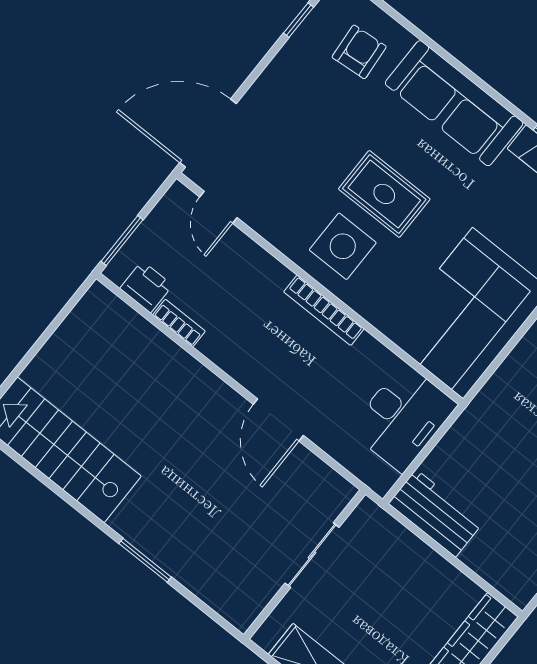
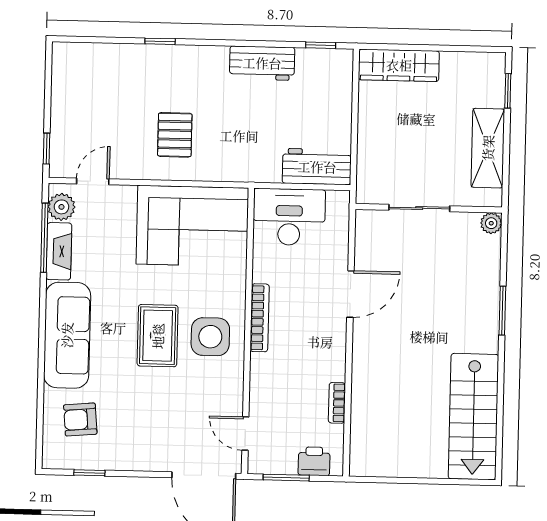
door: (218, 207) -> (245, 434), swing flipped
window: (122, 241) -> (286, 478), moved
printer: (146, 287) -> (314, 461), moved, turned 90
workbench: (436, 513) -> (317, 167), moved, turned 90
plant: (242, 616) -> (491, 223), added

